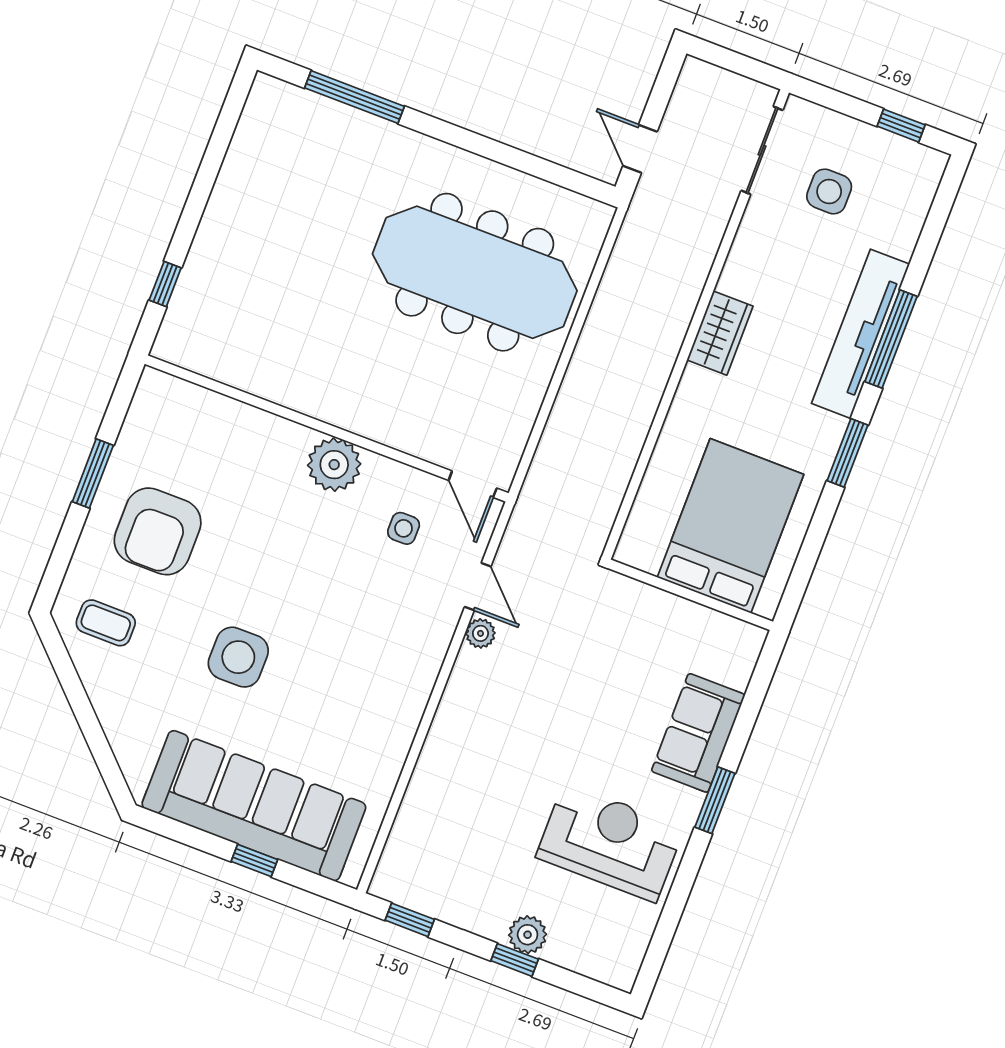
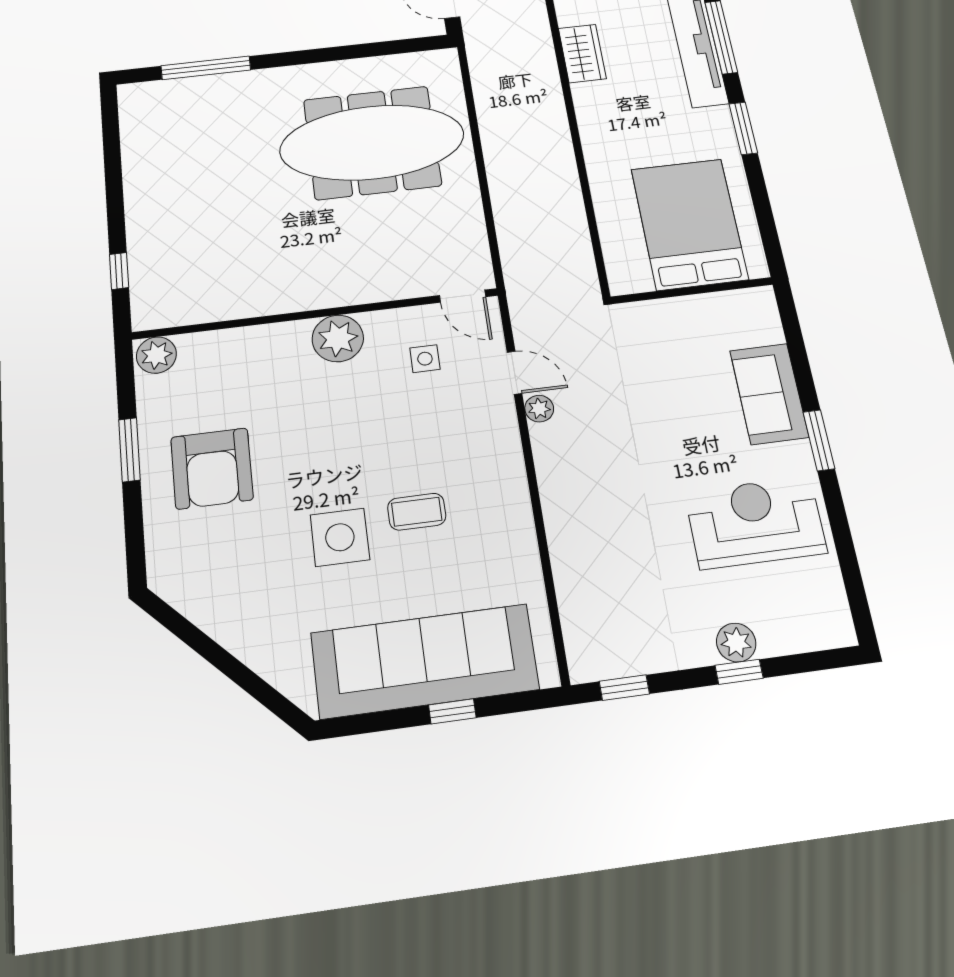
wardrobe: (720, 333) -> (582, 54), moved
plant: (160, 392) -> (156, 355), added
coffee table: (106, 623) -> (417, 512), moved

